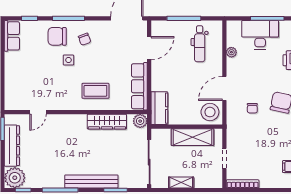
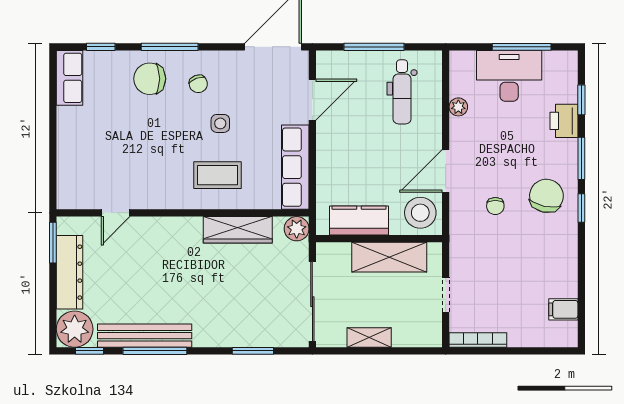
side table: (68, 60) -> (220, 123), moved
kitchen counter: (159, 108) -> (359, 220), moved, turned -90
bench: (91, 181) -> (145, 336), moved

